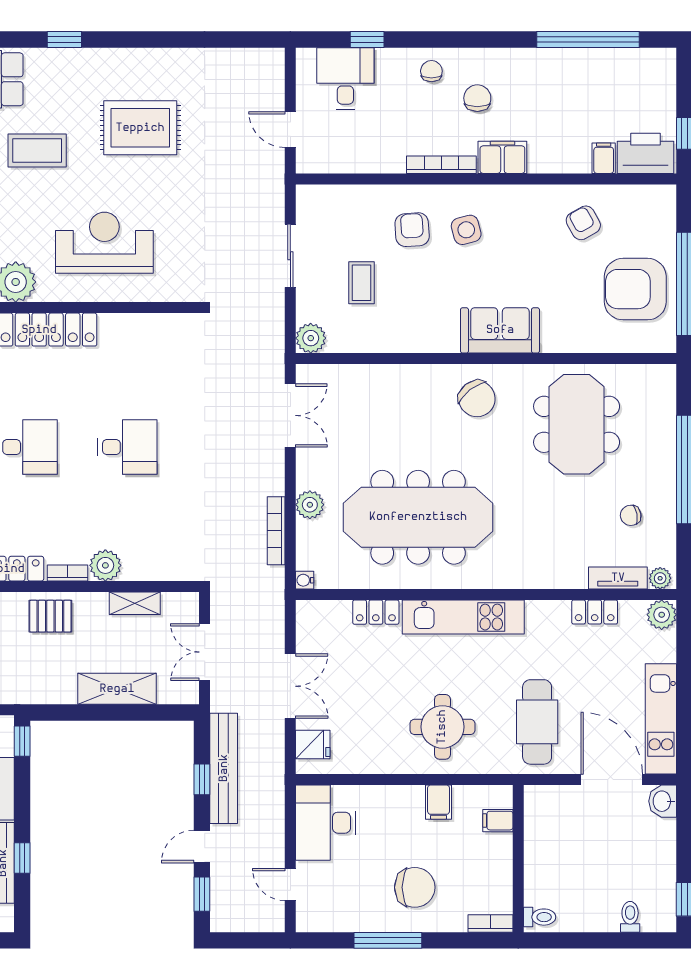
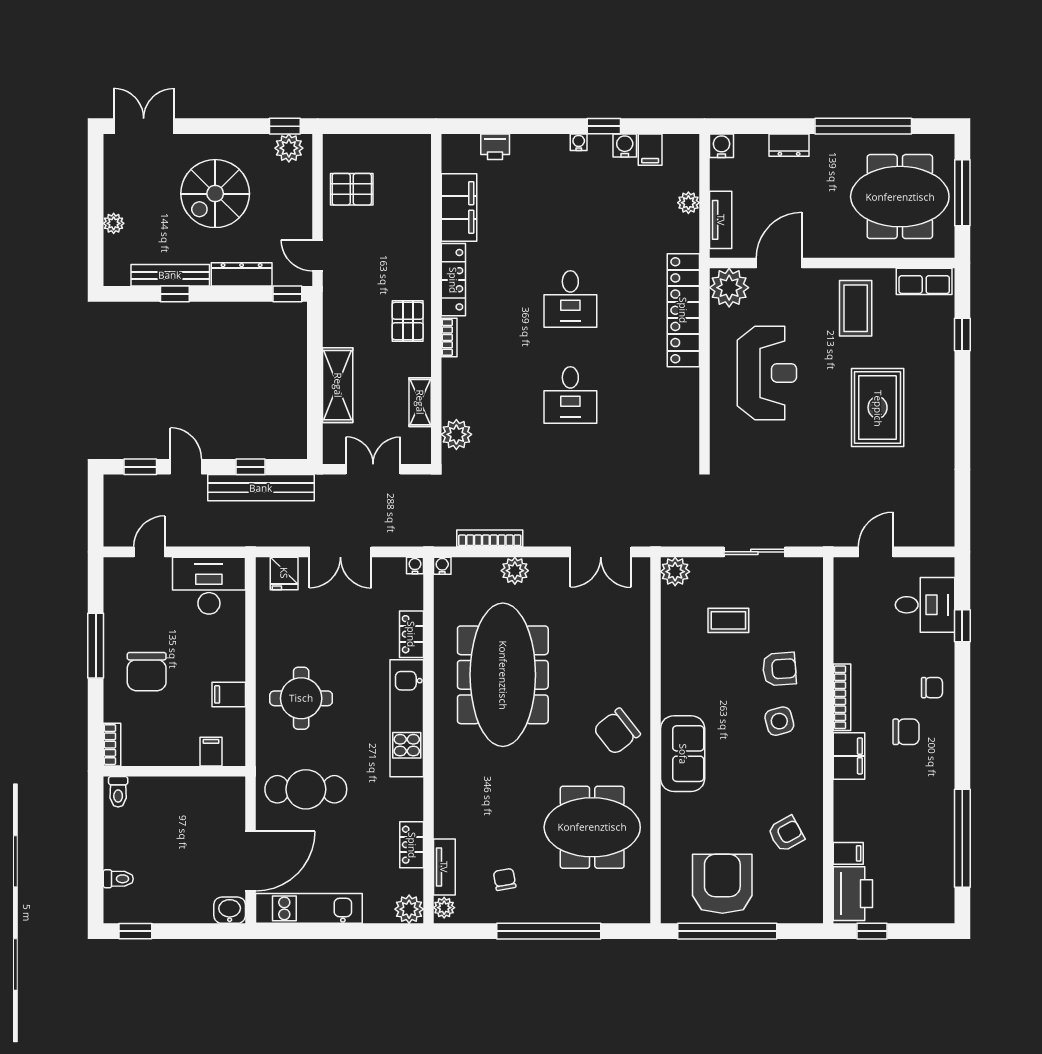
plant: (105, 565) -> (456, 434), moved
water cooler: (304, 609) -> (415, 565), added

